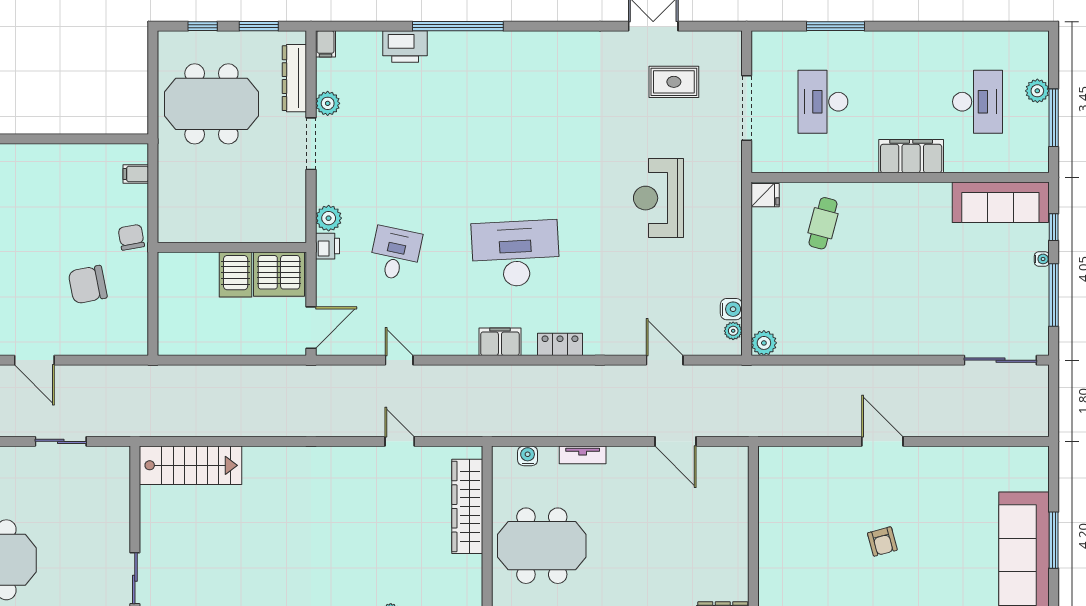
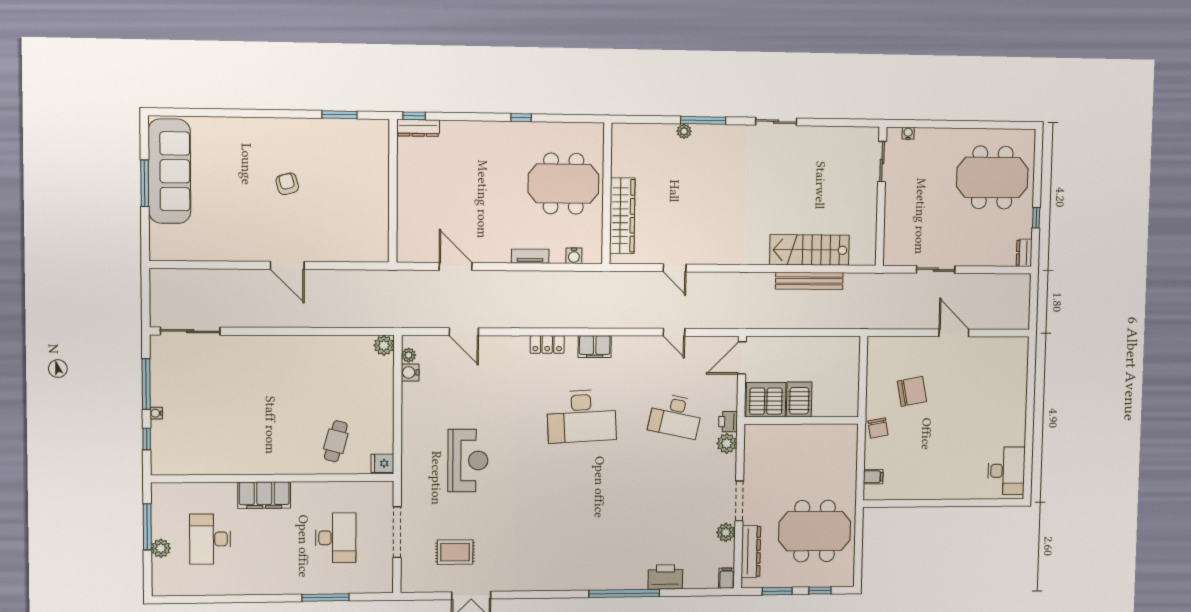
sofa: (1000, 202) -> (191, 459), removed
desk: (395, 254) -> (676, 416), width x1.37
bench: (226, 426) -> (809, 281), added
stairs: (191, 465) -> (809, 250), moved

